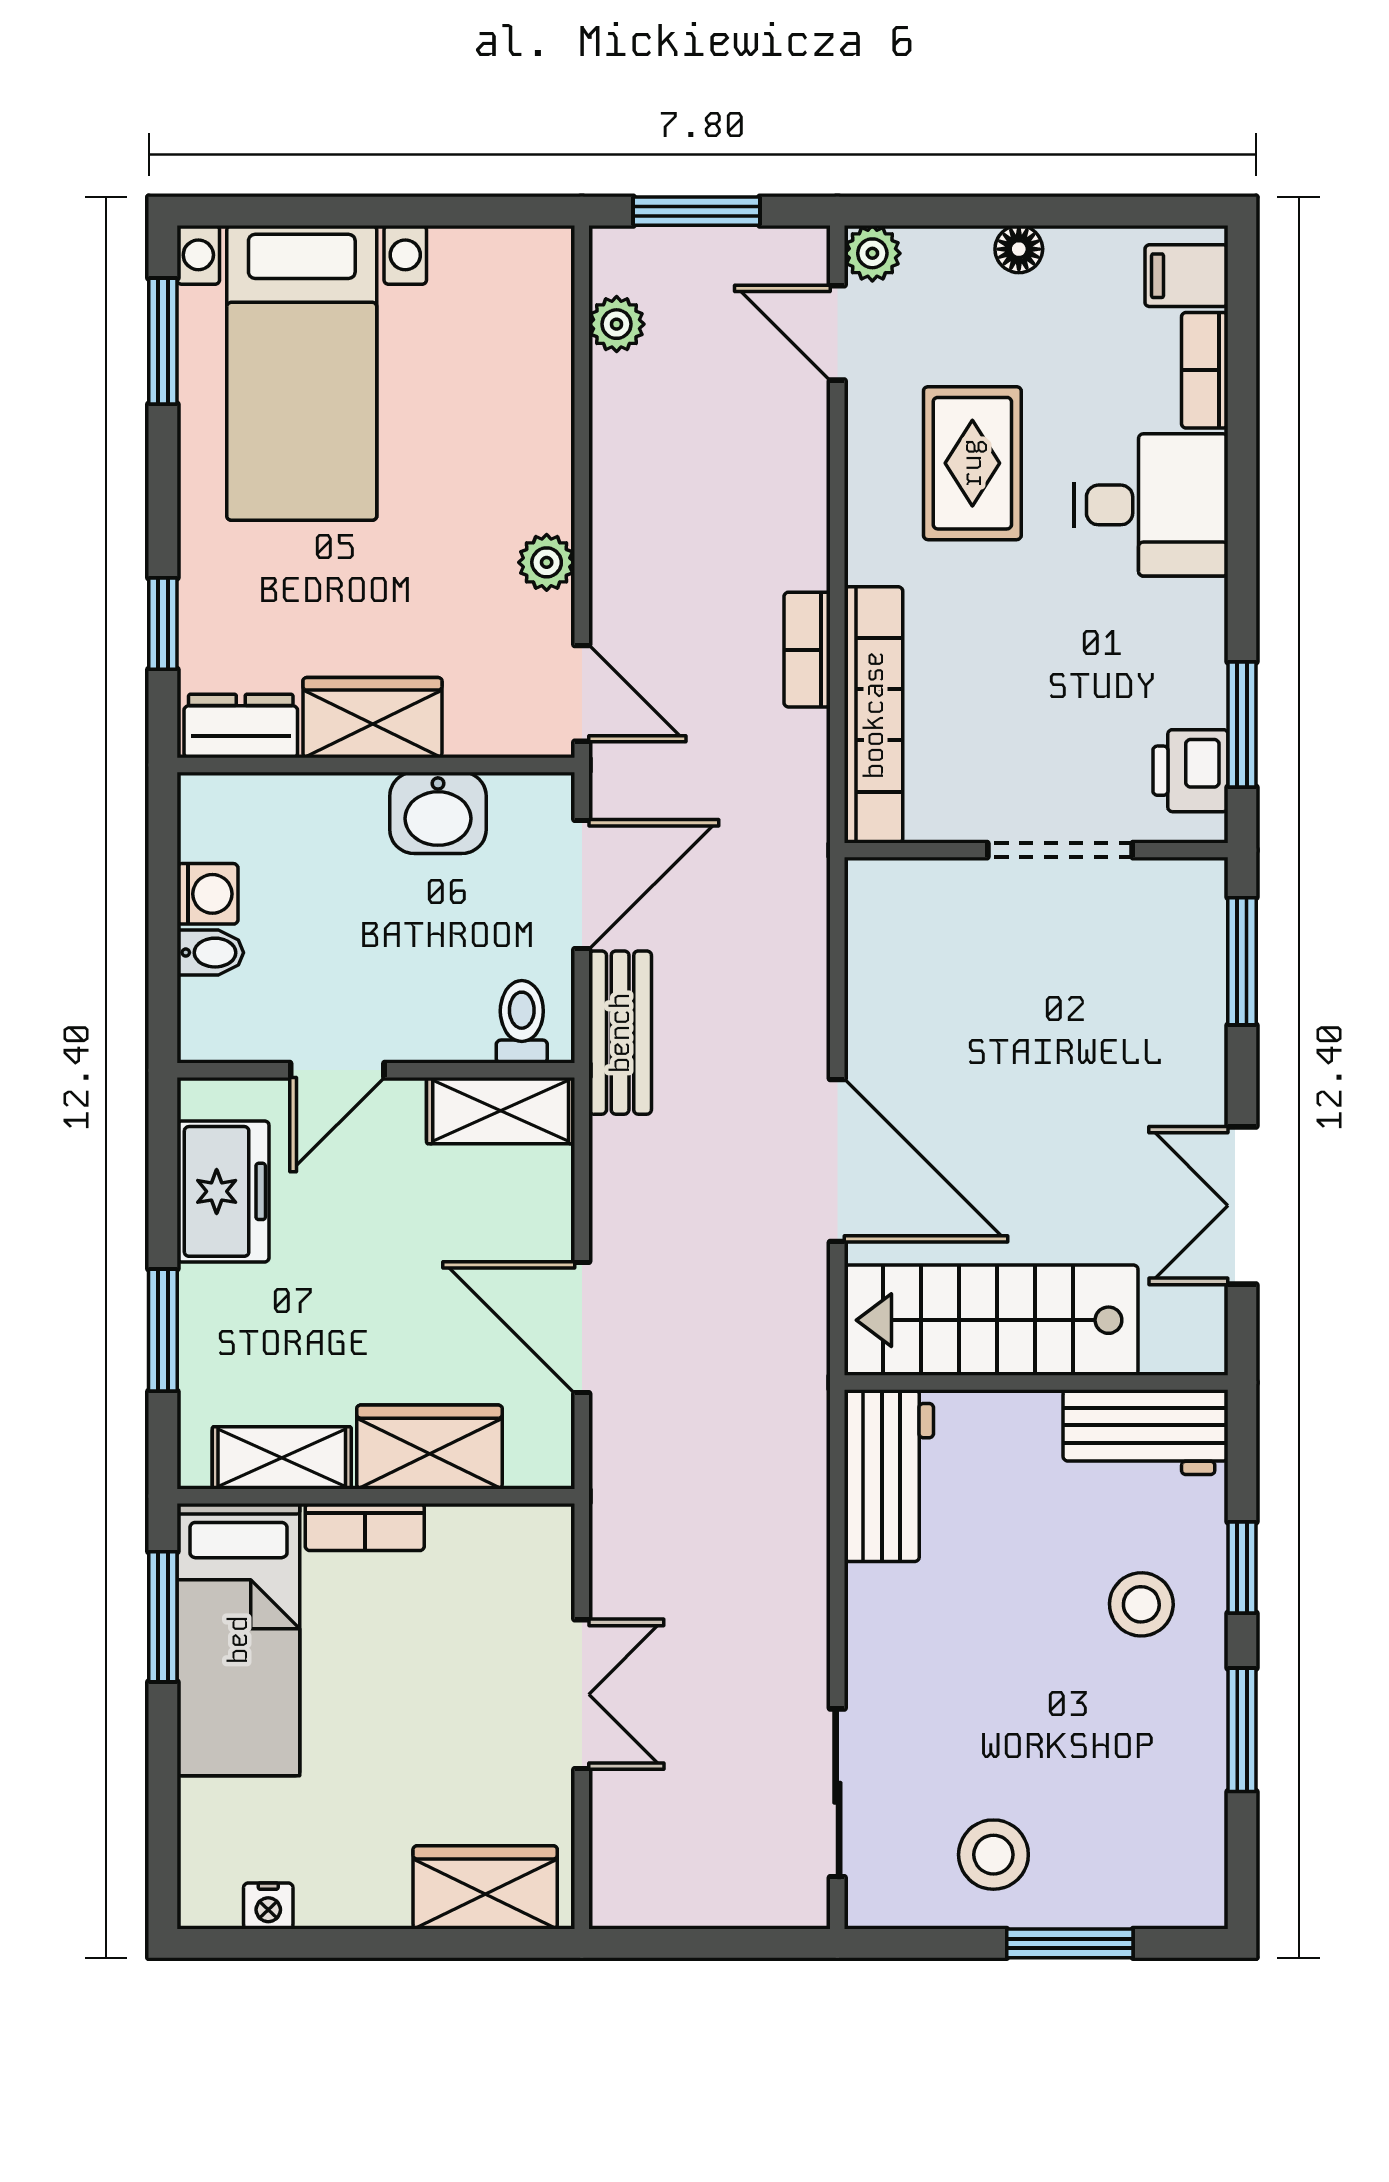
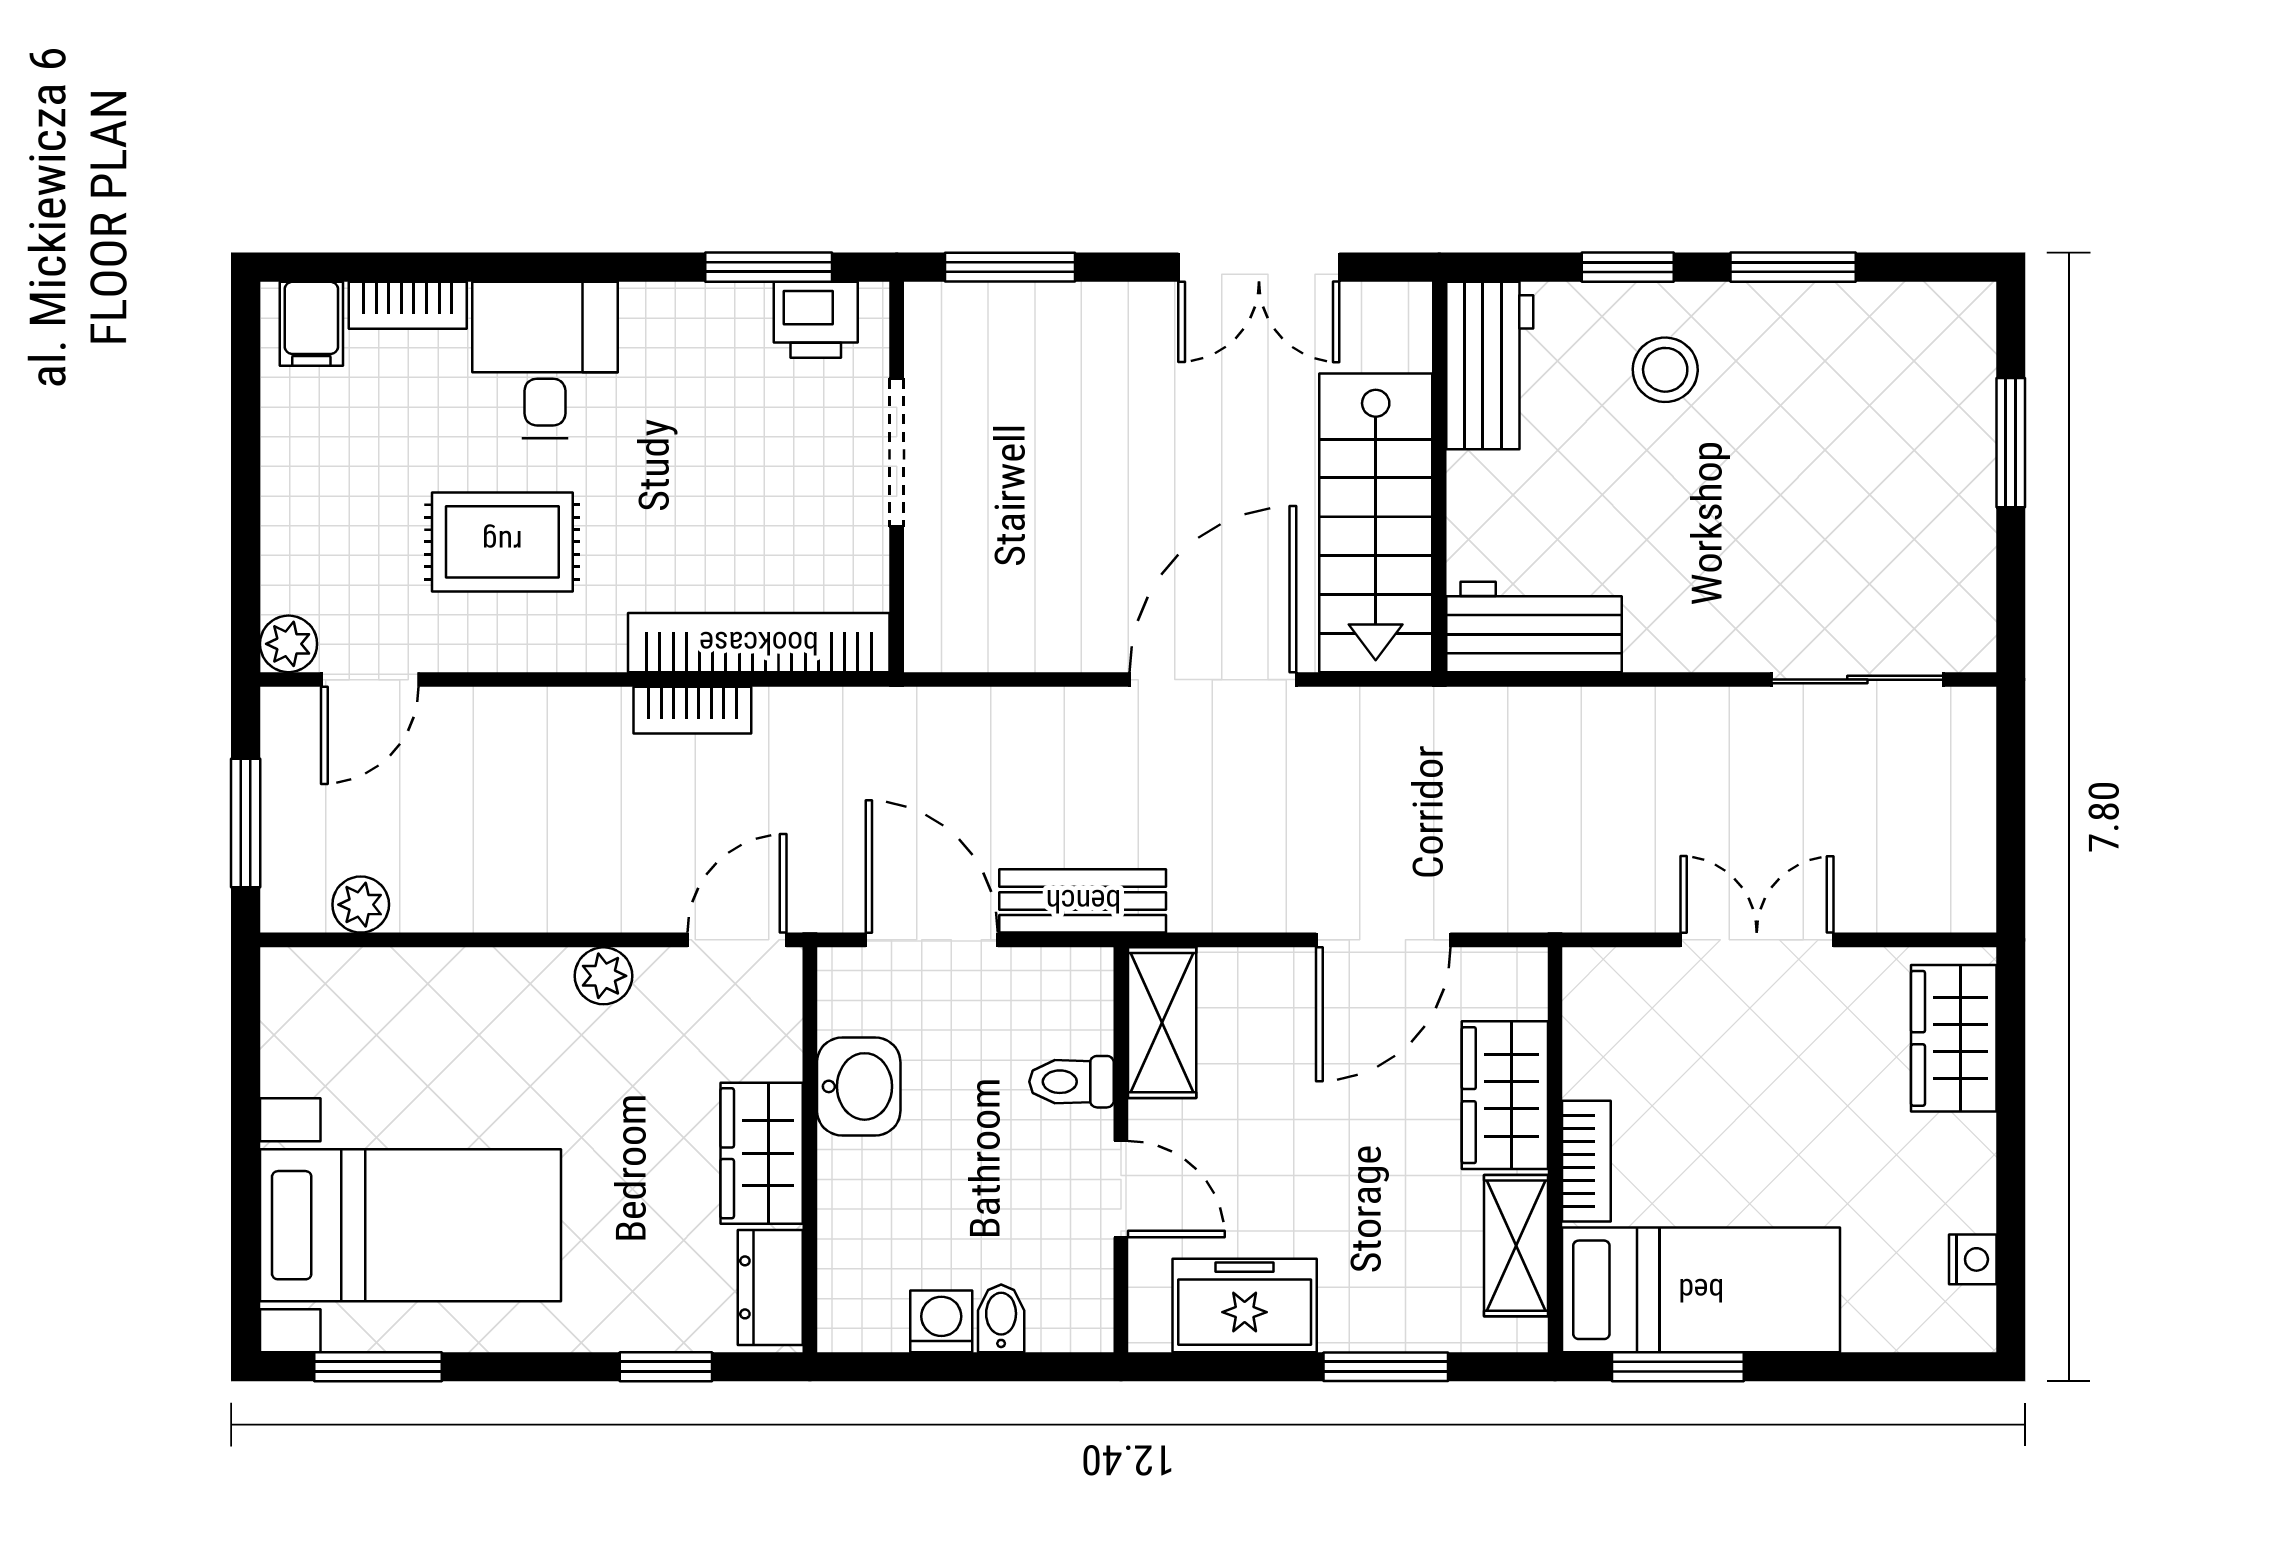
floor lamp: (1019, 249) -> (284, 495), removed
toilet: (522, 1022) -> (1072, 1082), moved
stool: (993, 1855) -> (1920, 520), removed

